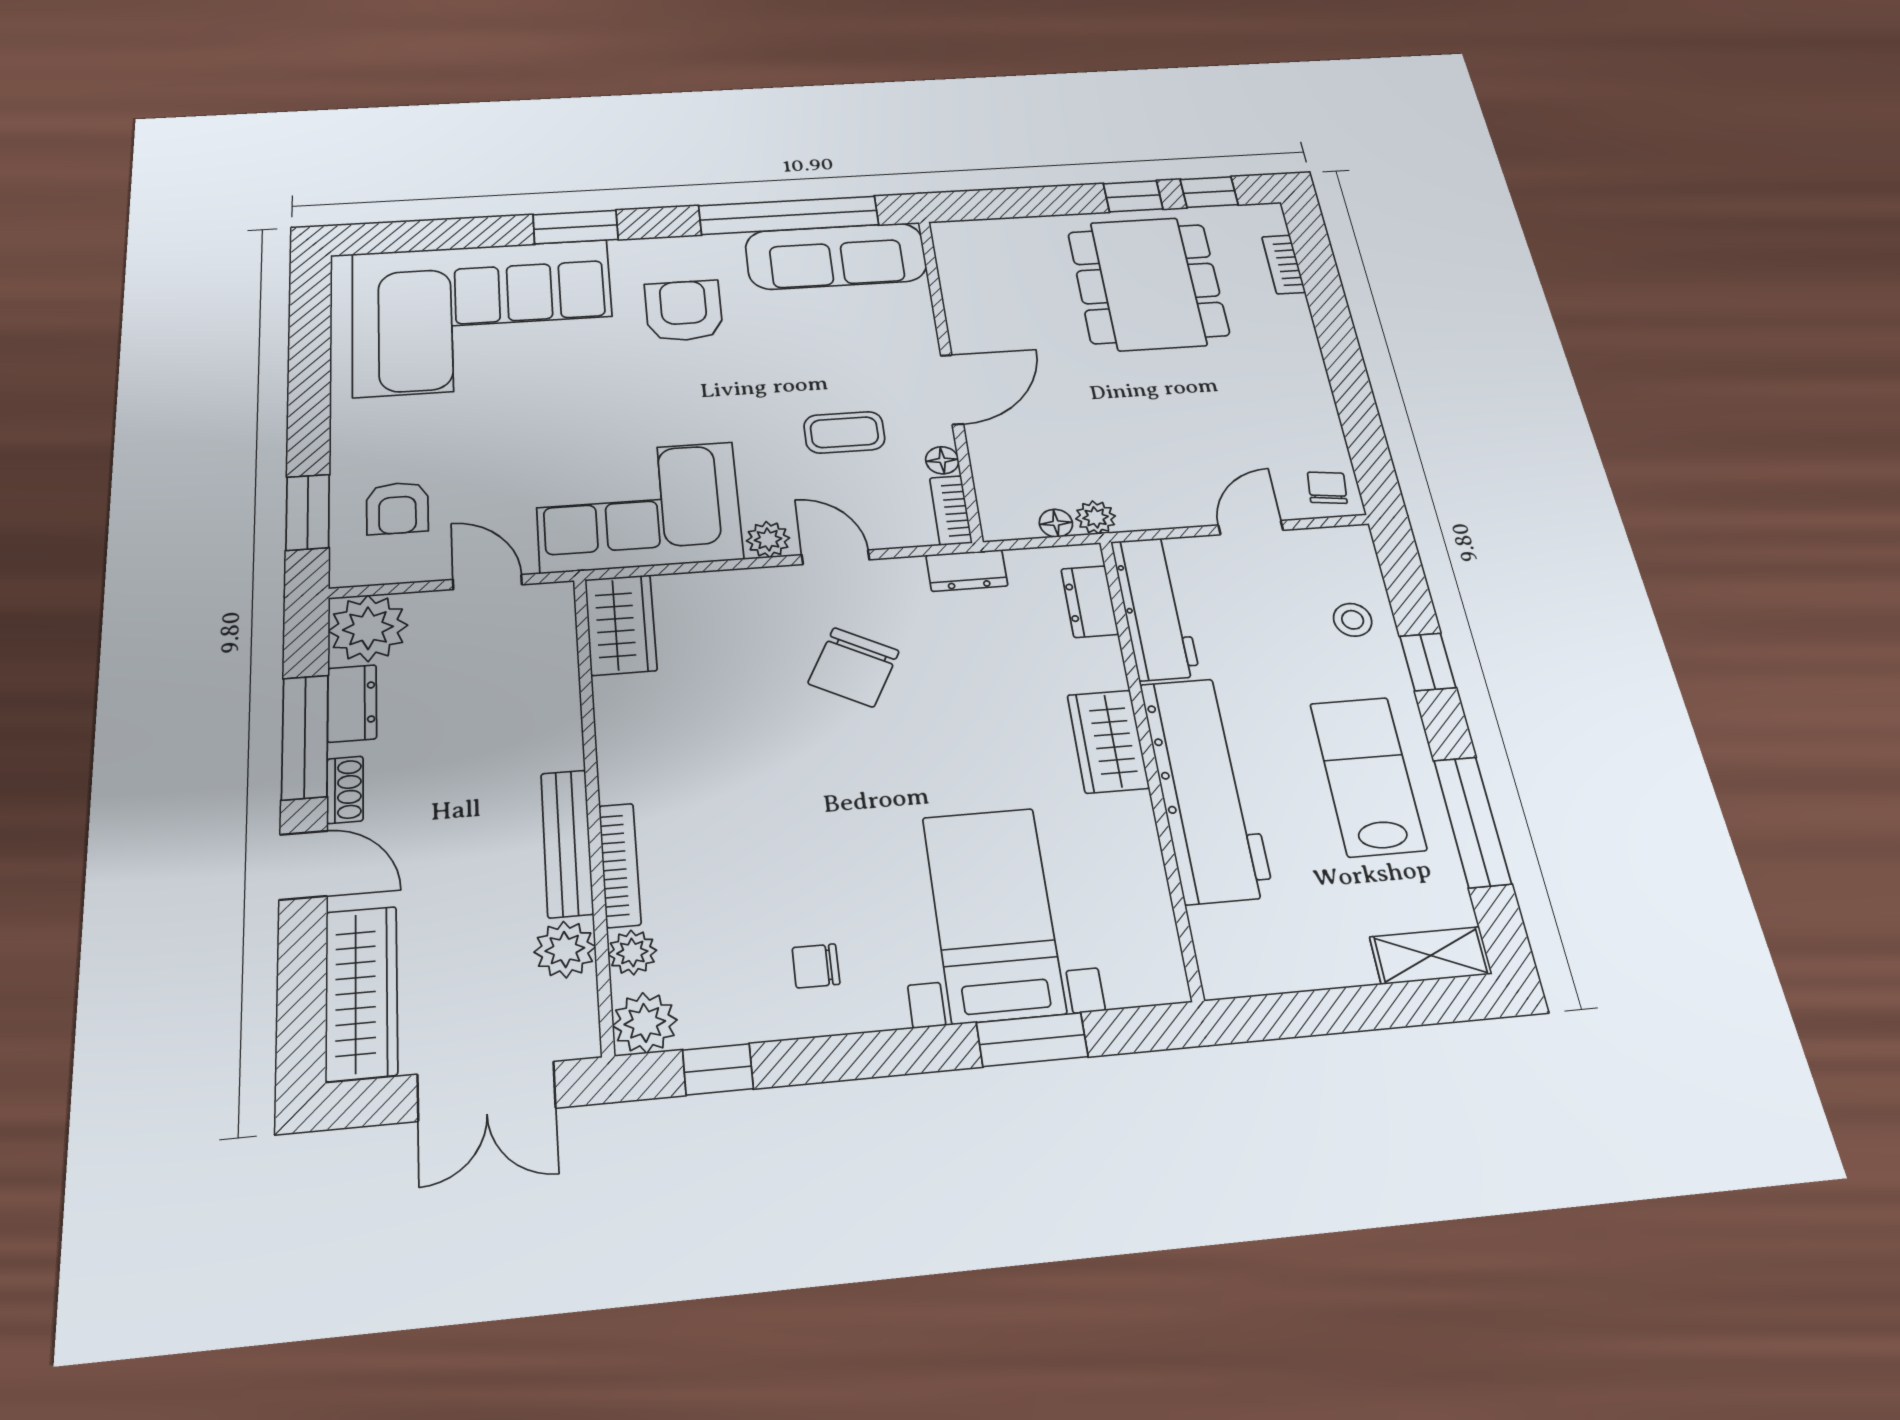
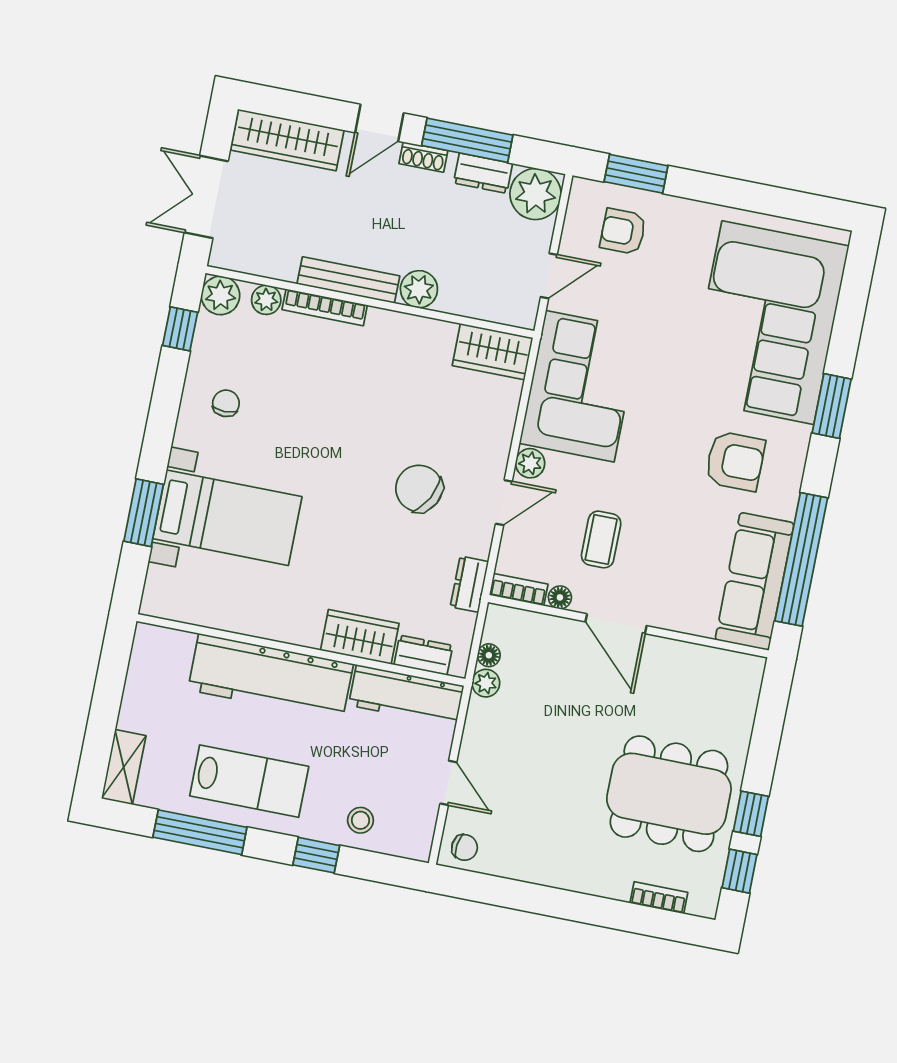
wardrobe: (1108, 741) -> (360, 637), moved
plant: (565, 949) -> (419, 289), moved

